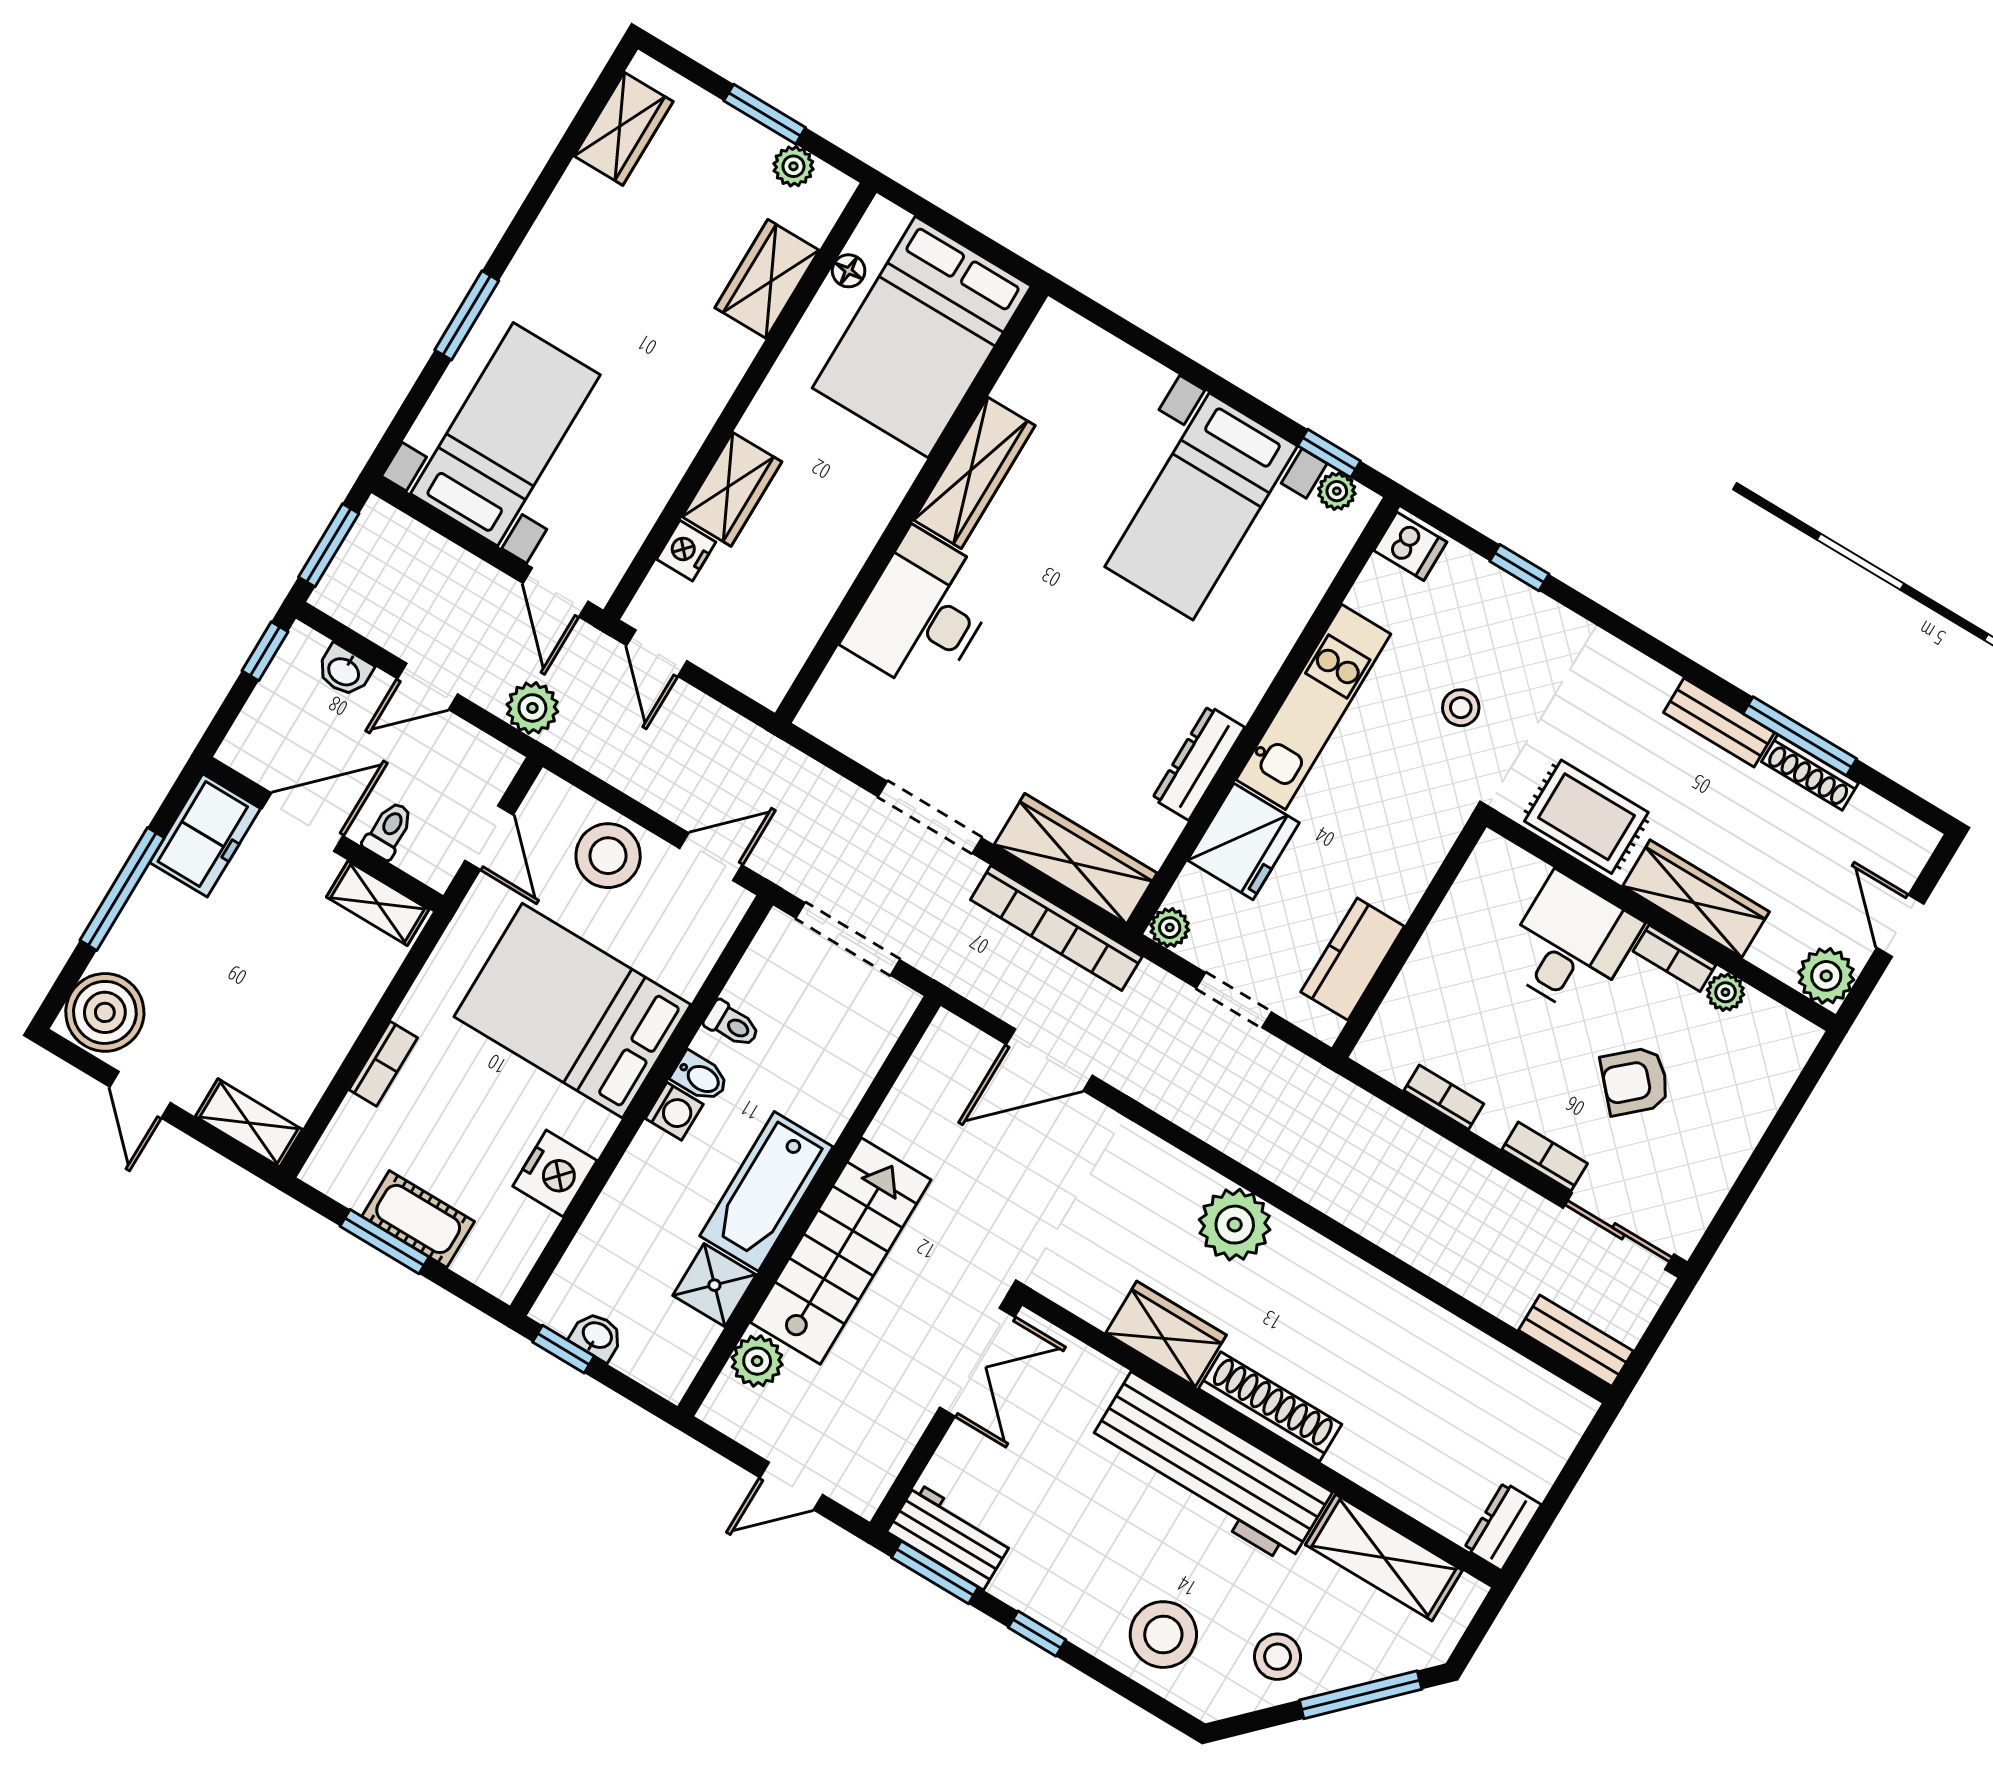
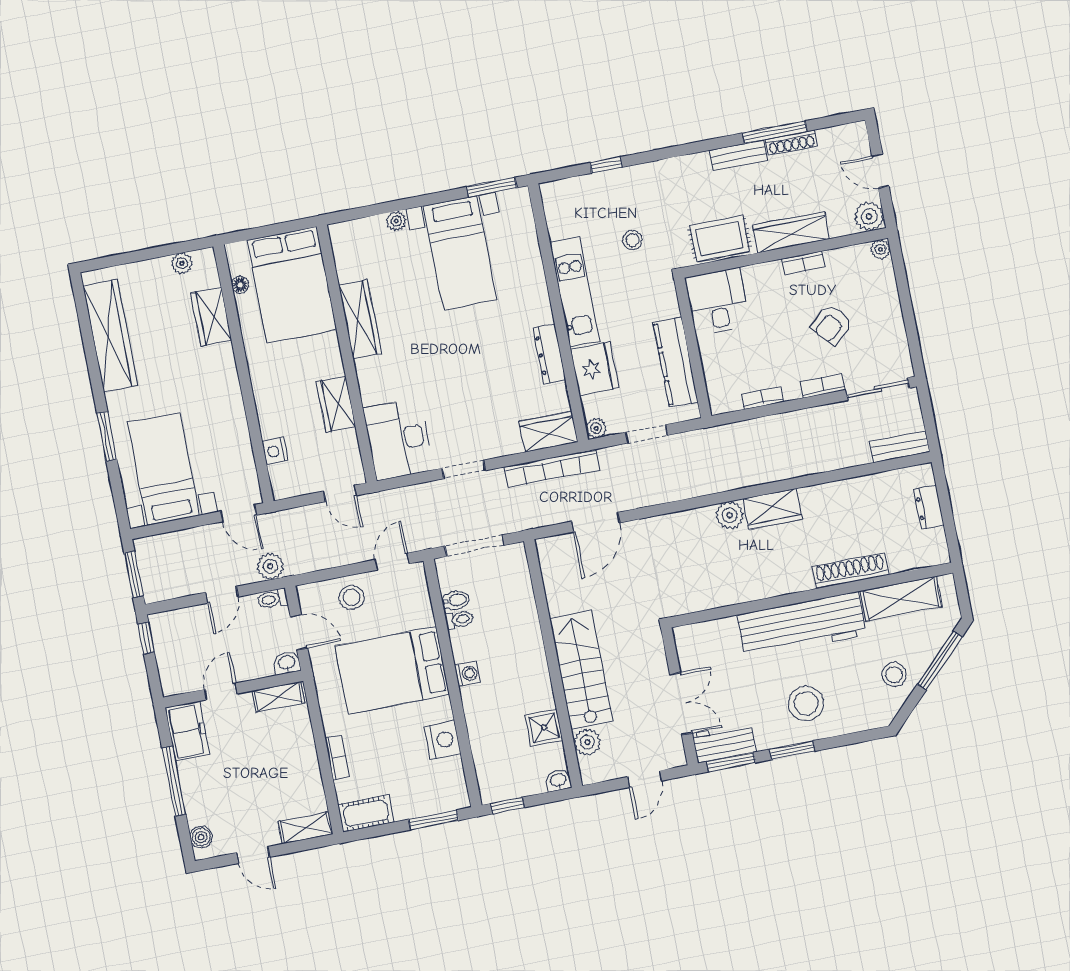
window: (765, 114) -> (152, 253), removed
wardrobe: (623, 129) -> (110, 336), width x2.10, depth x1.17
window: (1329, 453) -> (492, 187), width x1.50
wardrobe: (732, 489) -> (336, 404), moved, turned 180
plant: (1337, 491) -> (396, 221), moved
dishwasher: (1410, 546) -> (556, 195), removed
desk: (923, 613) -> (398, 439), moved
door: (657, 653) -> (340, 493), moved
washbasin: (344, 671) -> (287, 663), moved, turned 180
doorway: (930, 817) -> (464, 469), width x0.73
door: (303, 822) -> (221, 692), width x0.73
toilet: (389, 830) -> (273, 599), moved, turned -90
stool: (608, 856) -> (352, 597), width x0.73, depth x0.73
wardrobe: (1076, 859) -> (548, 432), width x0.67
desk: (1571, 944) -> (717, 302), moved
kitchen counter: (1353, 959) -> (676, 362), width x1.50
plant: (1725, 992) -> (880, 249), moved
boiler: (105, 1012) -> (201, 837), width x0.54, depth x0.54
bidet: (700, 1077) -> (455, 600), moved
bathtub: (766, 1191) -> (531, 673), removed
cot: (418, 1219) -> (366, 813), moved
plant: (1235, 1225) -> (730, 515), width x0.73, depth x0.73
window: (384, 1242) -> (434, 820), moved
wardrobe: (1166, 1334) -> (773, 509), moved, turned 180
washbasin: (597, 1336) -> (558, 780), moved
double door: (977, 1362) -> (681, 704), moved
shoe rack: (1270, 1407) -> (850, 571), moved
dresser: (1503, 1526) -> (929, 507), moved
window: (1037, 1634) -> (792, 750), width x1.50
stool: (1163, 1635) -> (806, 703), moved

